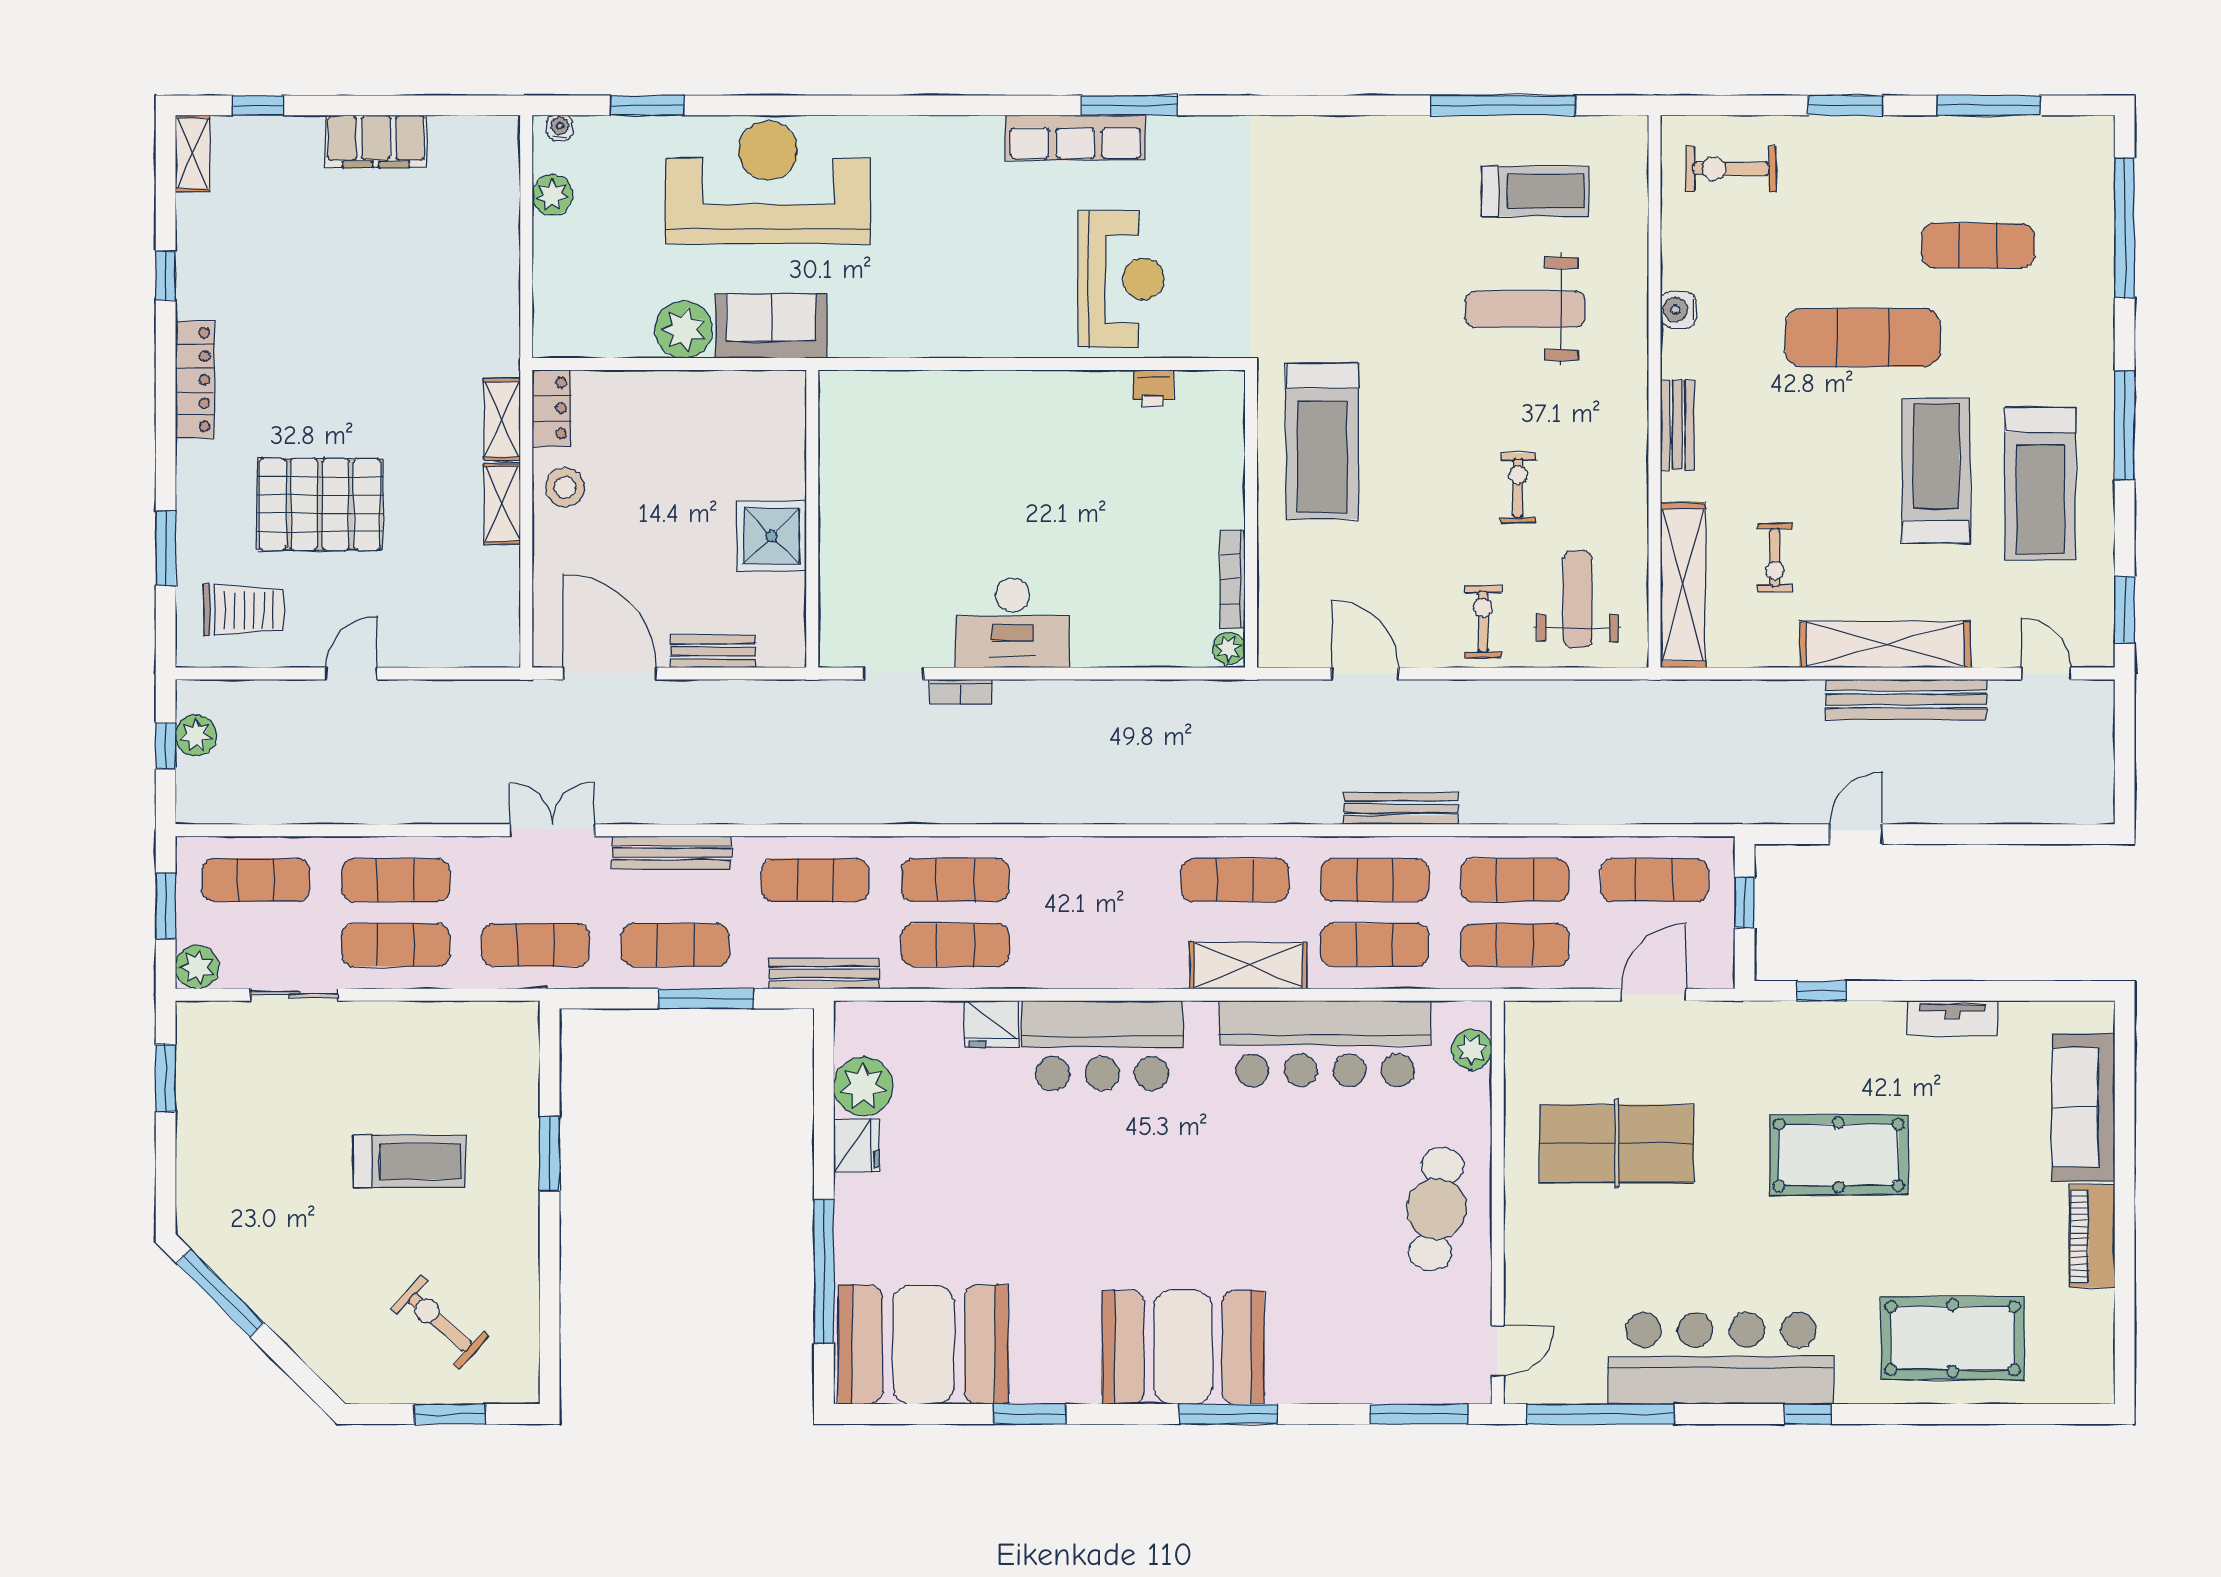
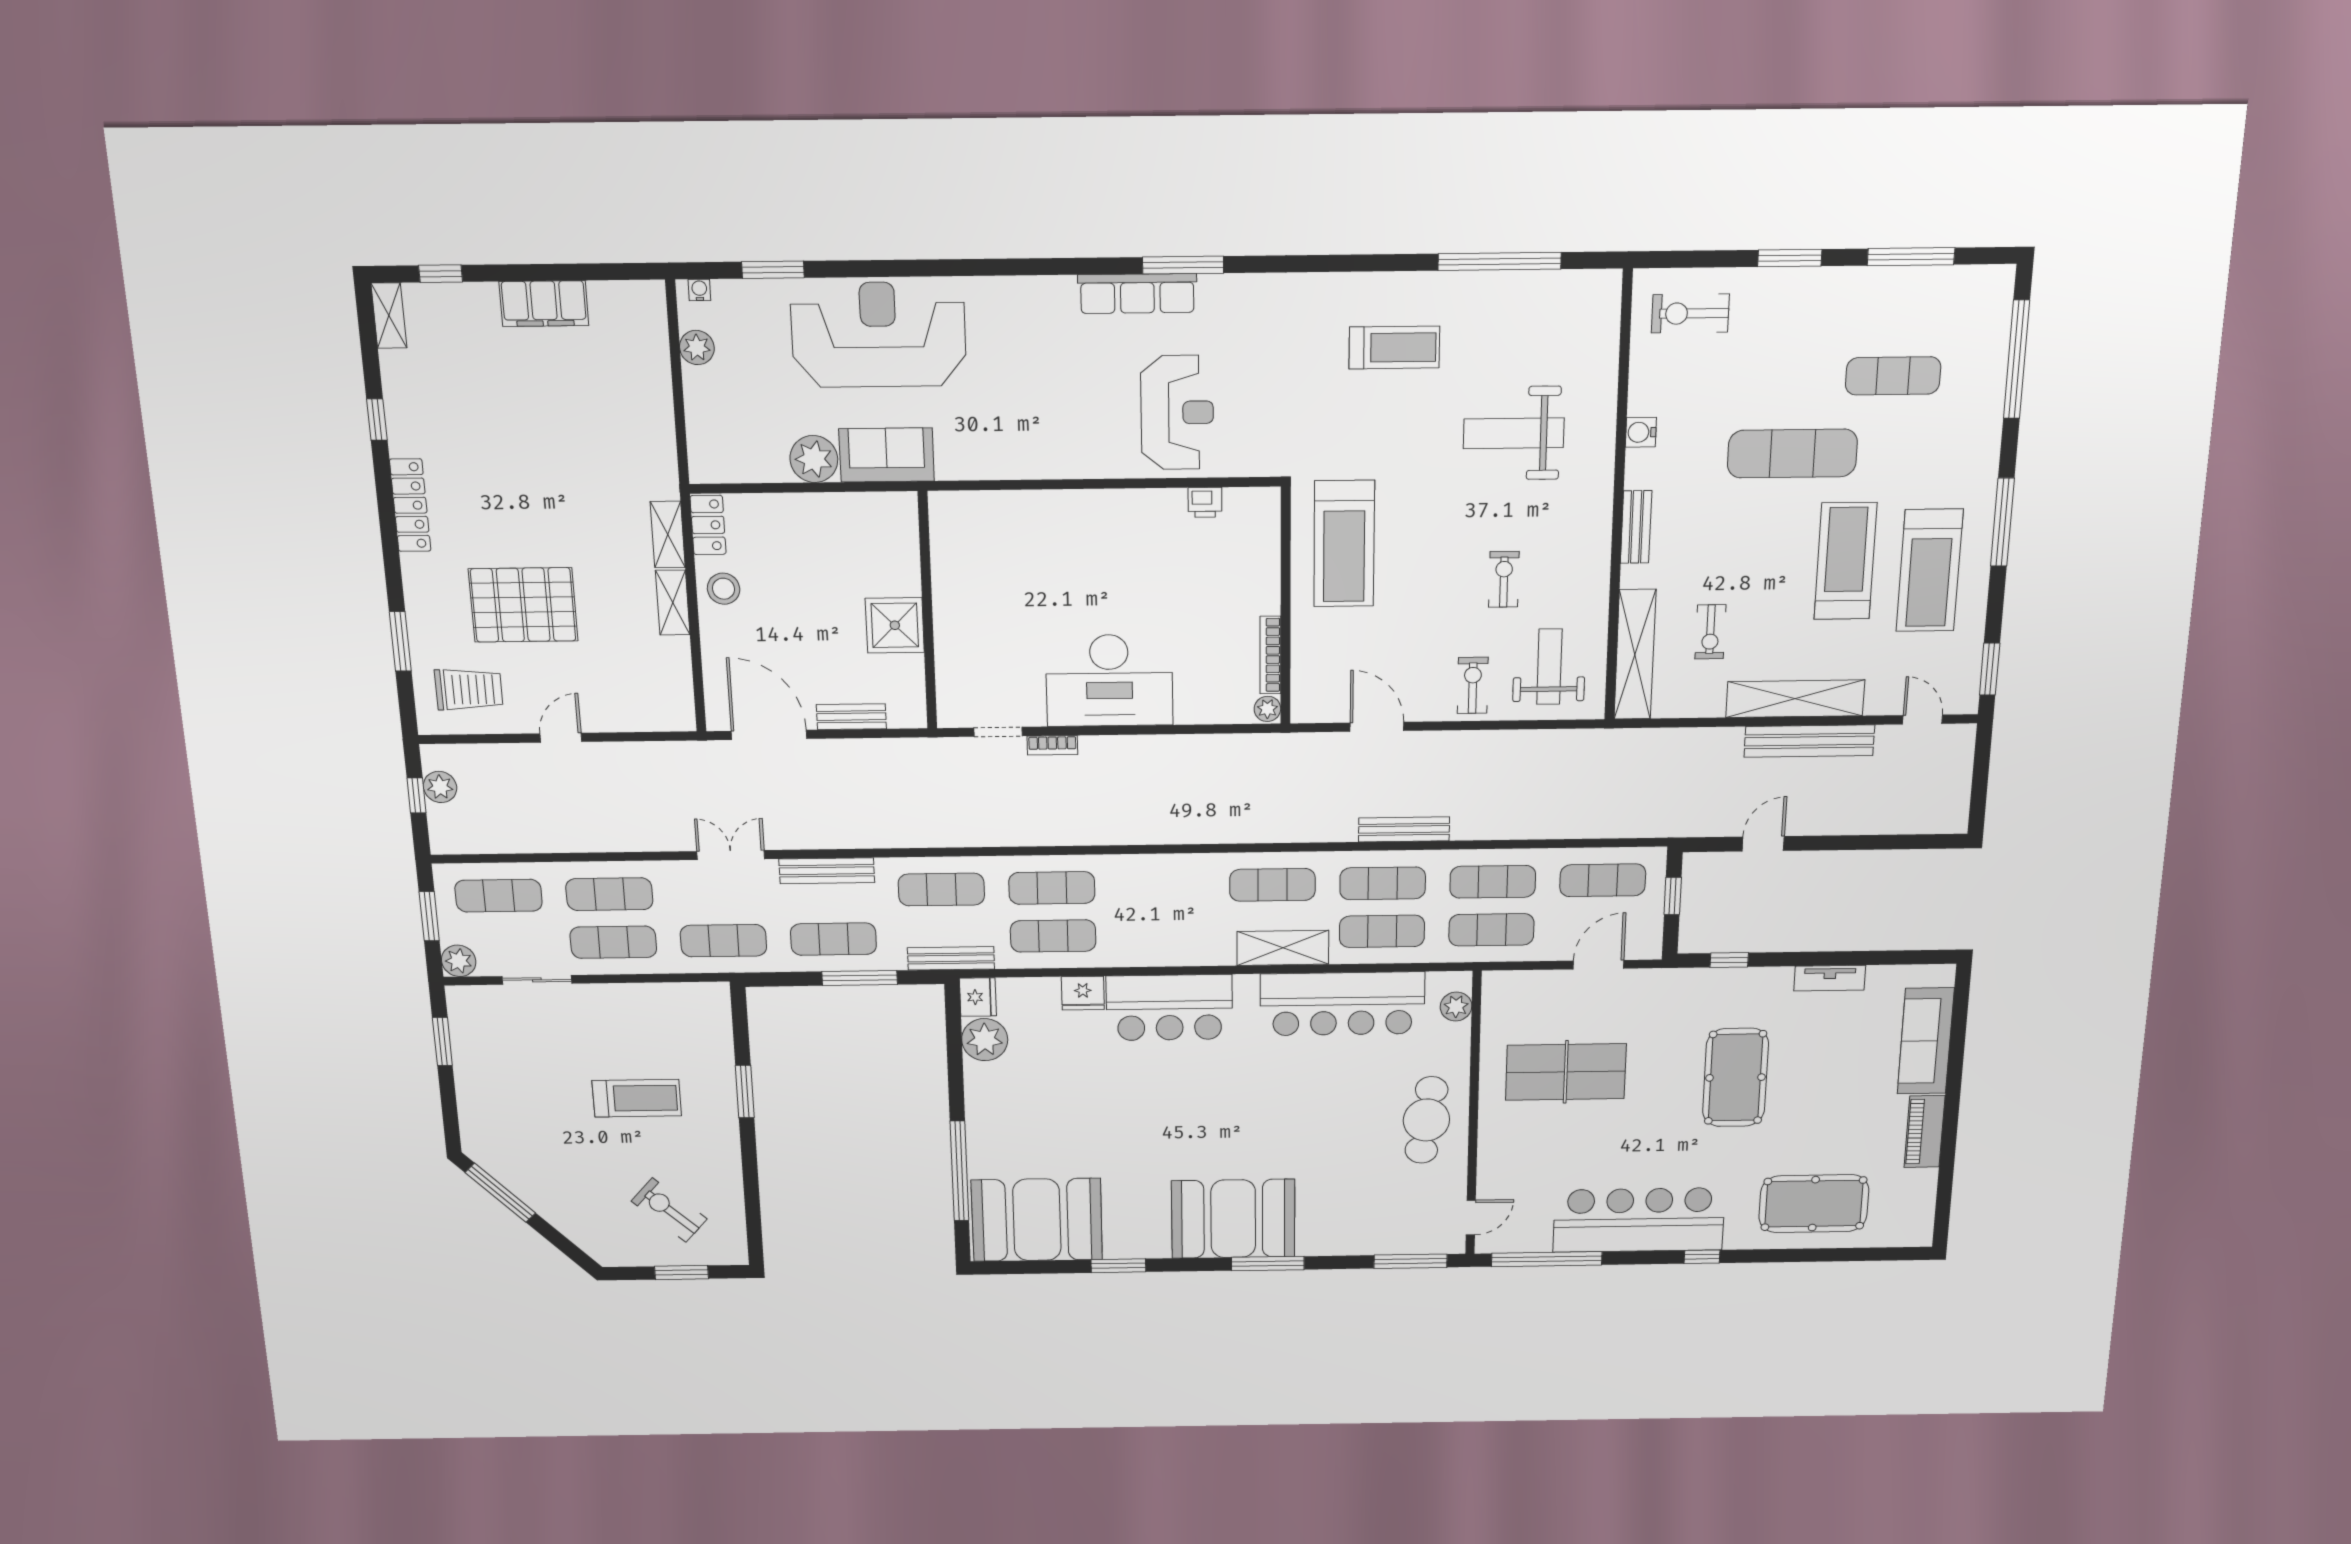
treadmill: (1535, 191) -> (1394, 347), moved
desk: (1012, 623) -> (1109, 680), width x1.36, depth x1.30
fridge: (856, 1145) -> (978, 997), moved
pool table: (1839, 1155) -> (1736, 1078), turned 90

